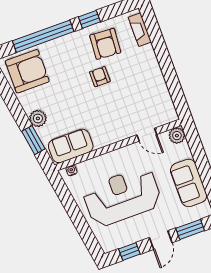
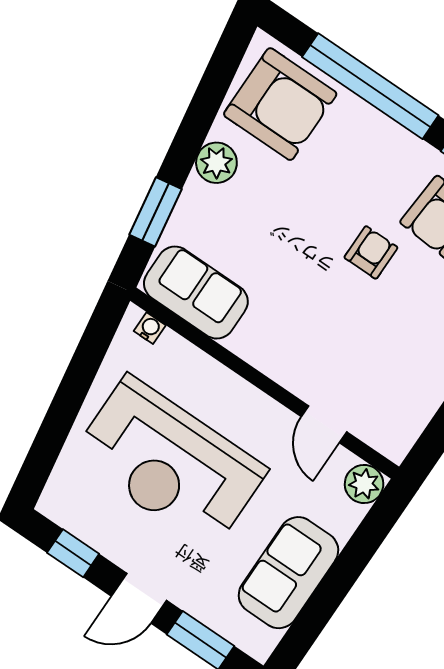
plant: (38, 118) -> (216, 163), moved
reception desk: (122, 197) -> (169, 463), turned 180

